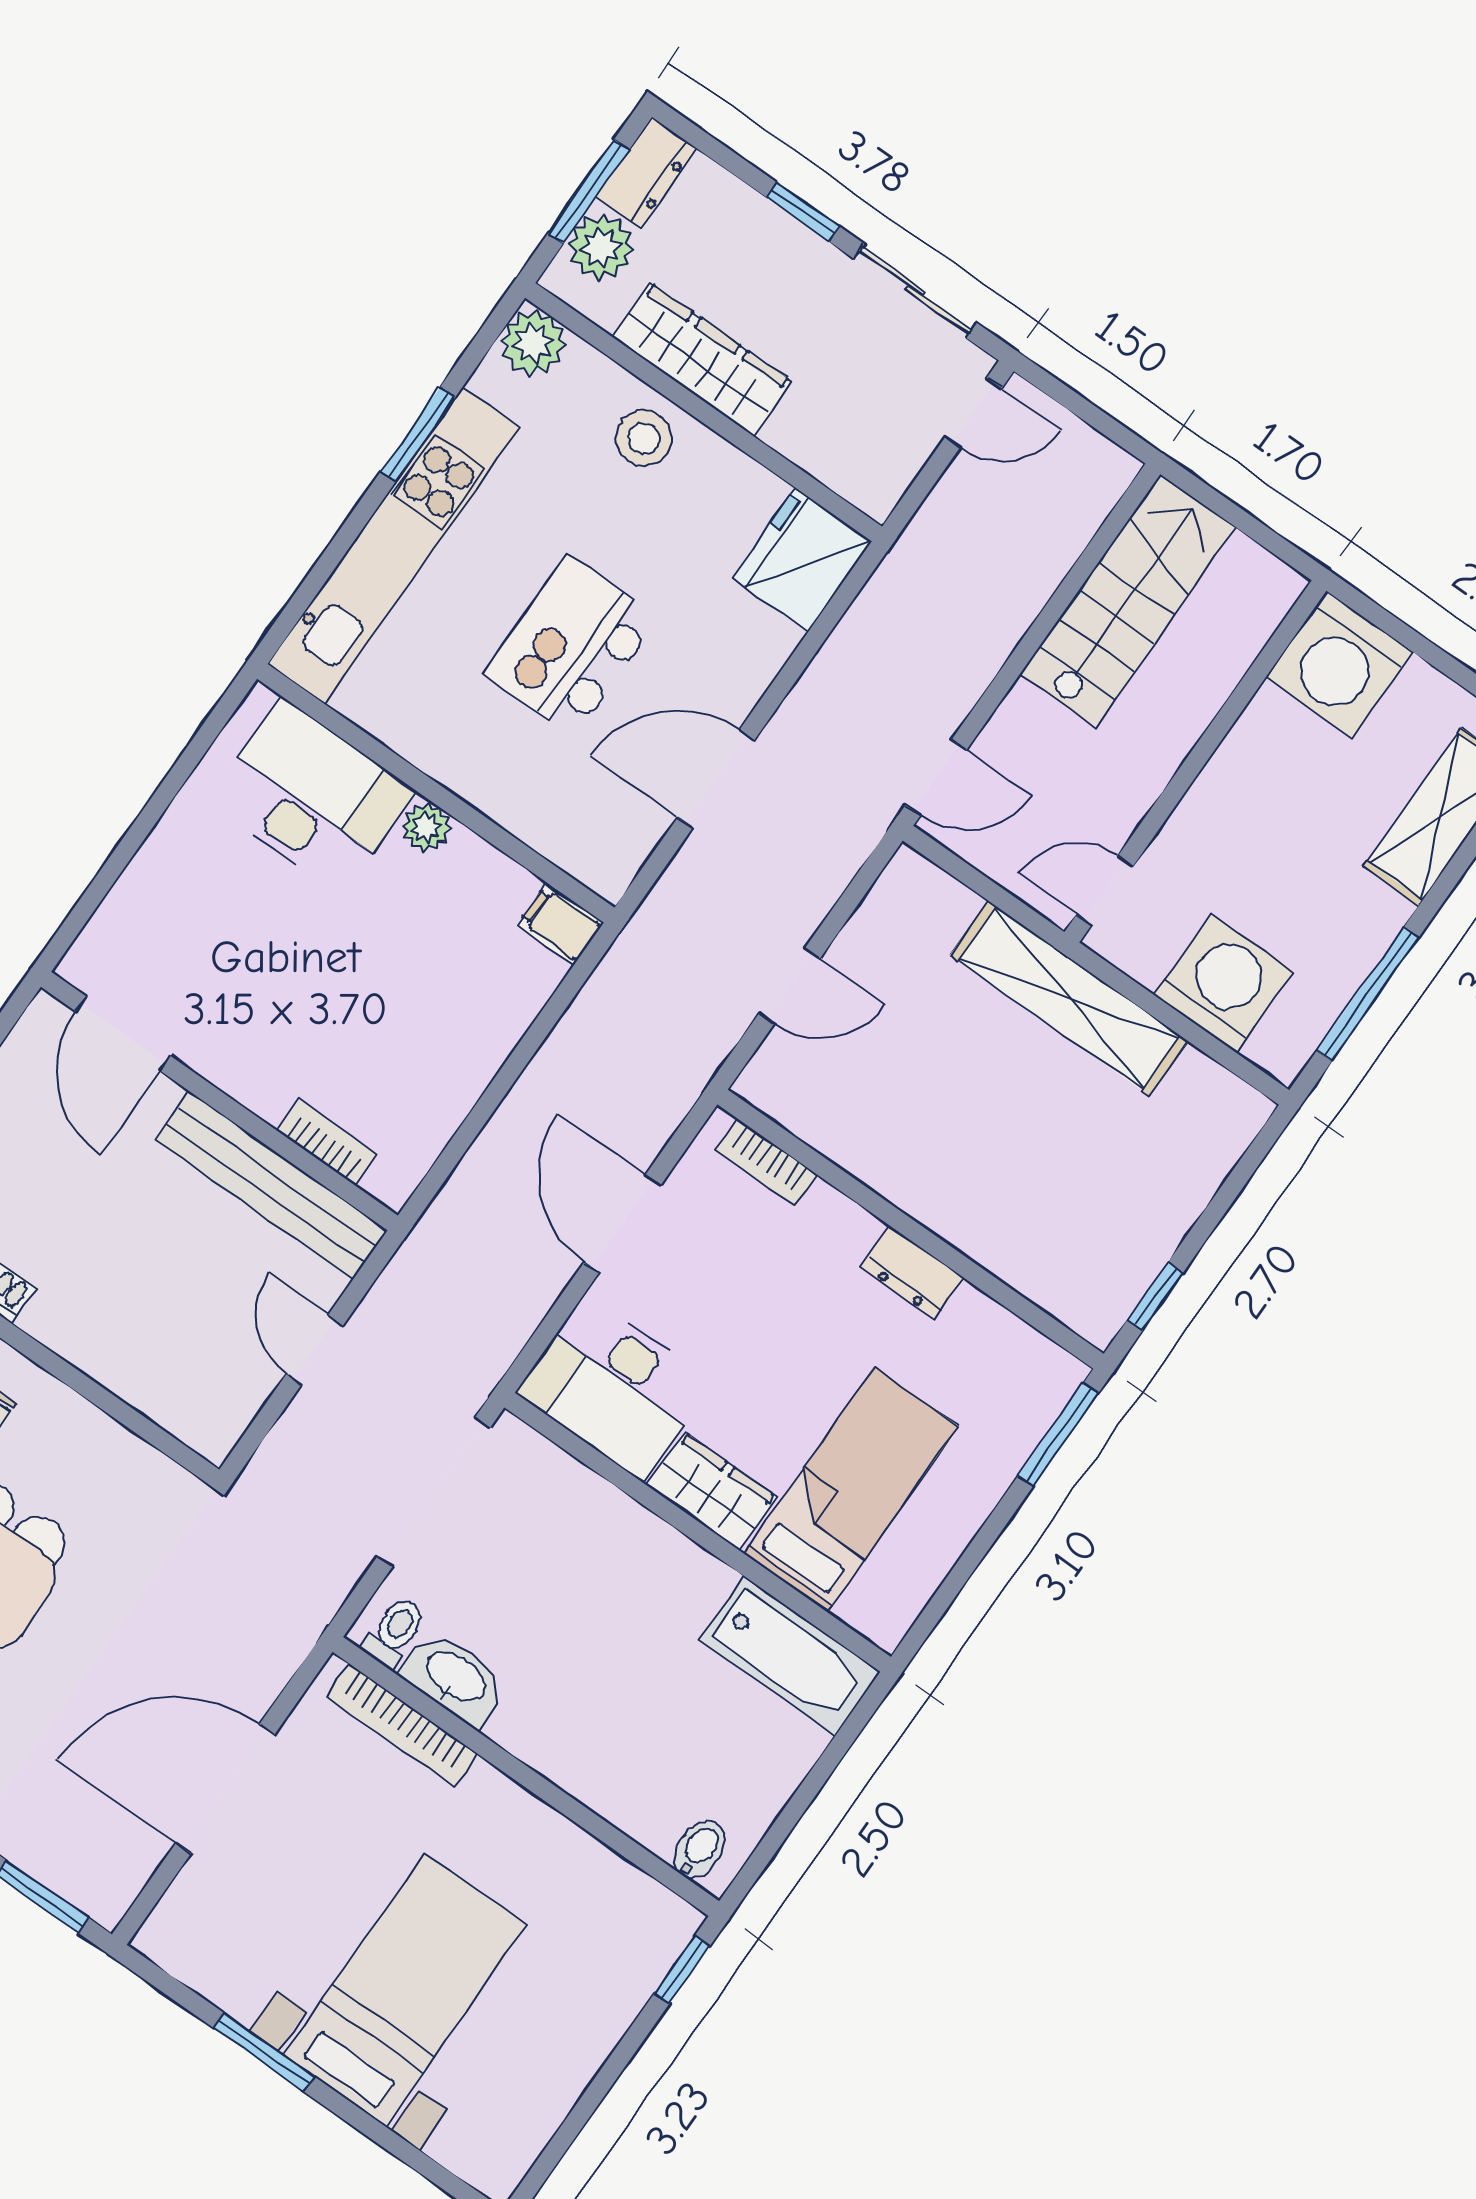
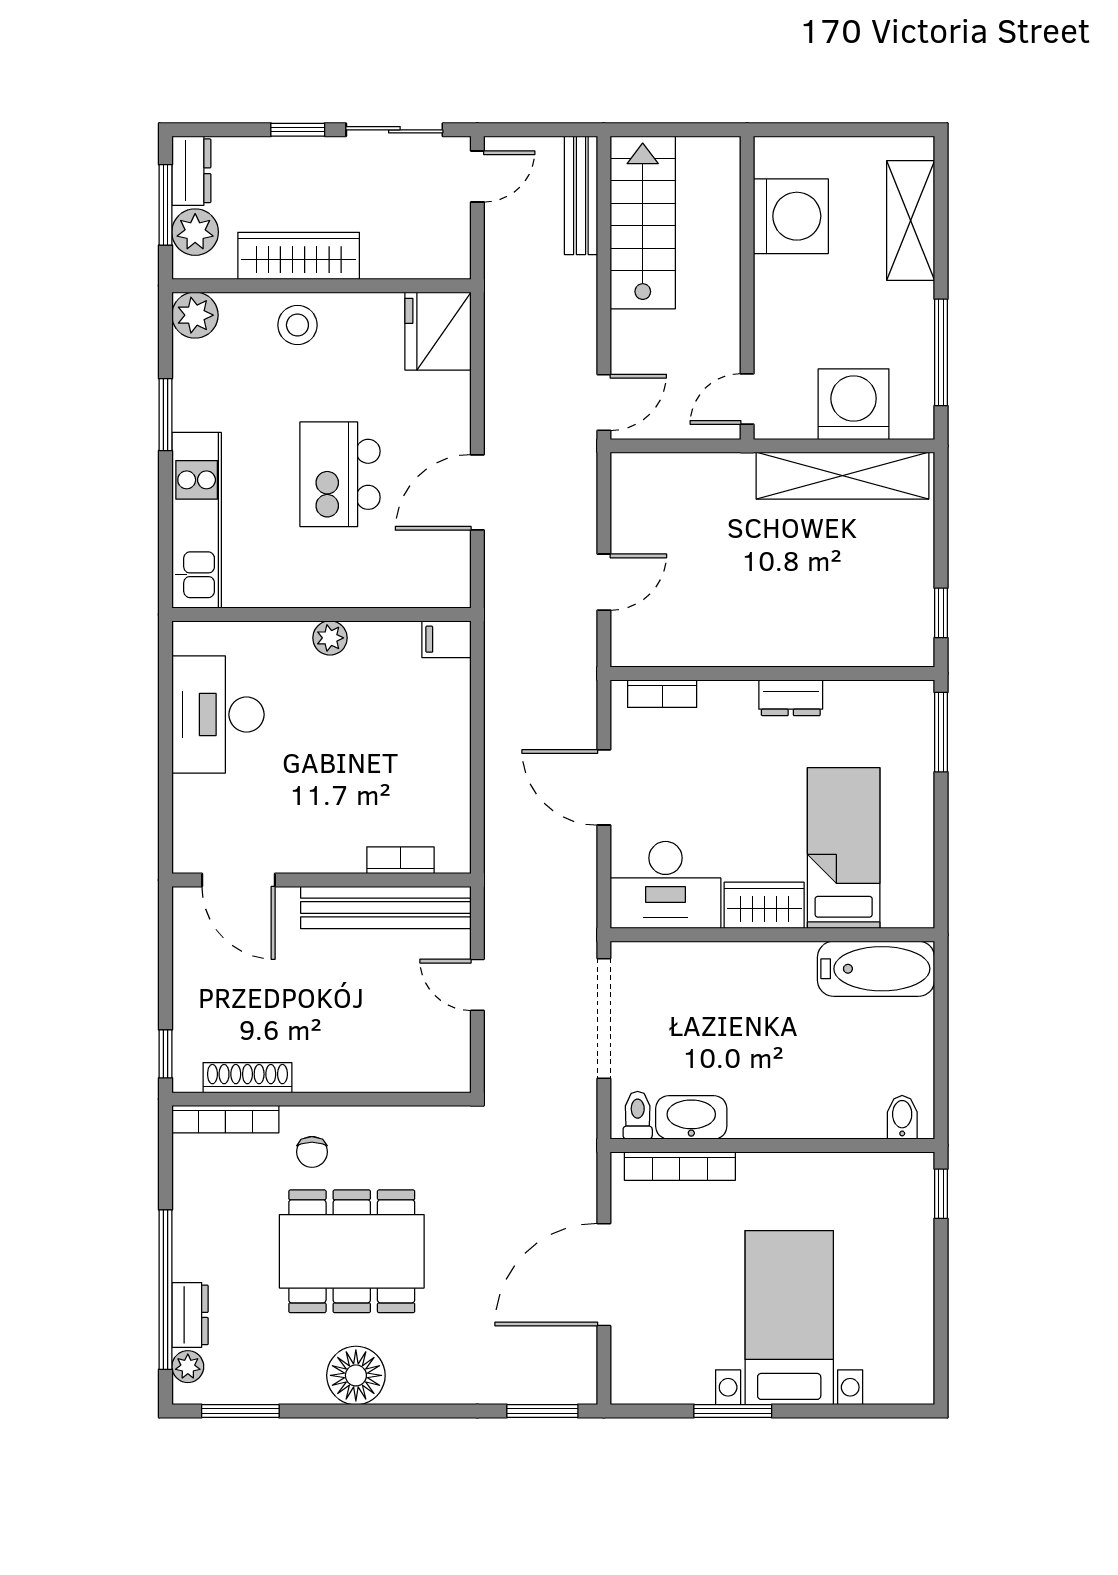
bench: (1078, 519) -> (581, 195), added
kitchen unit: (394, 545) -> (197, 520), width x0.73
washing machine: (1339, 665) -> (791, 216), moved, turned -90
desk: (311, 796) -> (218, 715), moved, turned -90
shelving: (1069, 998) -> (843, 476), moved

